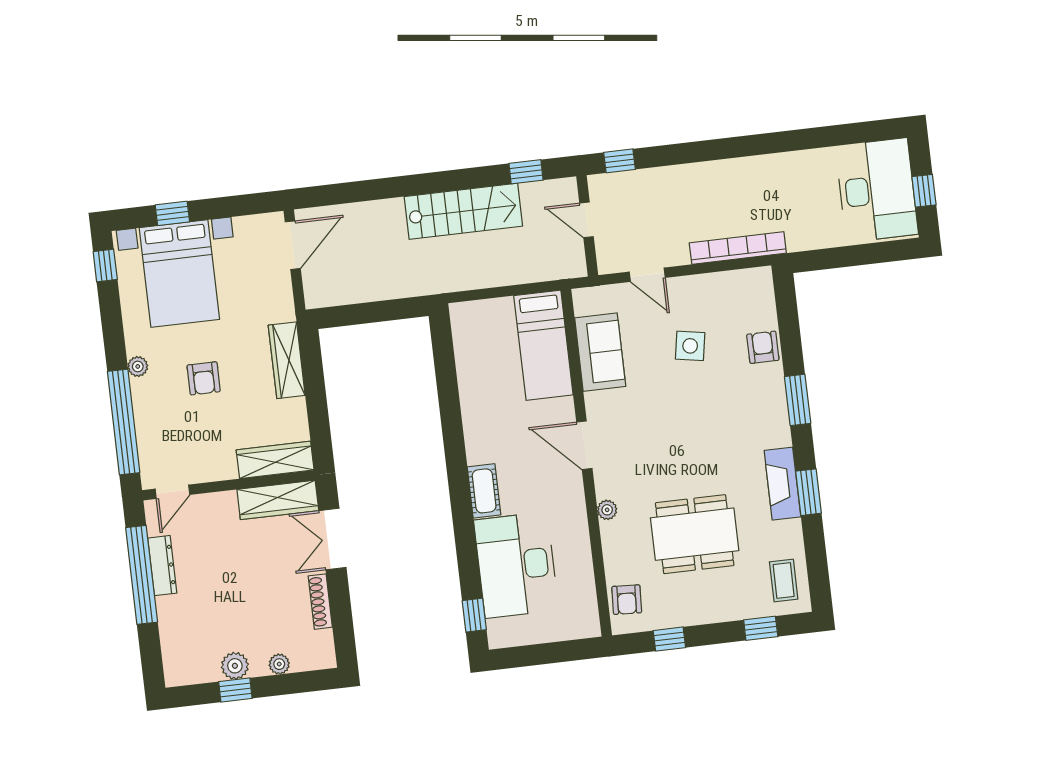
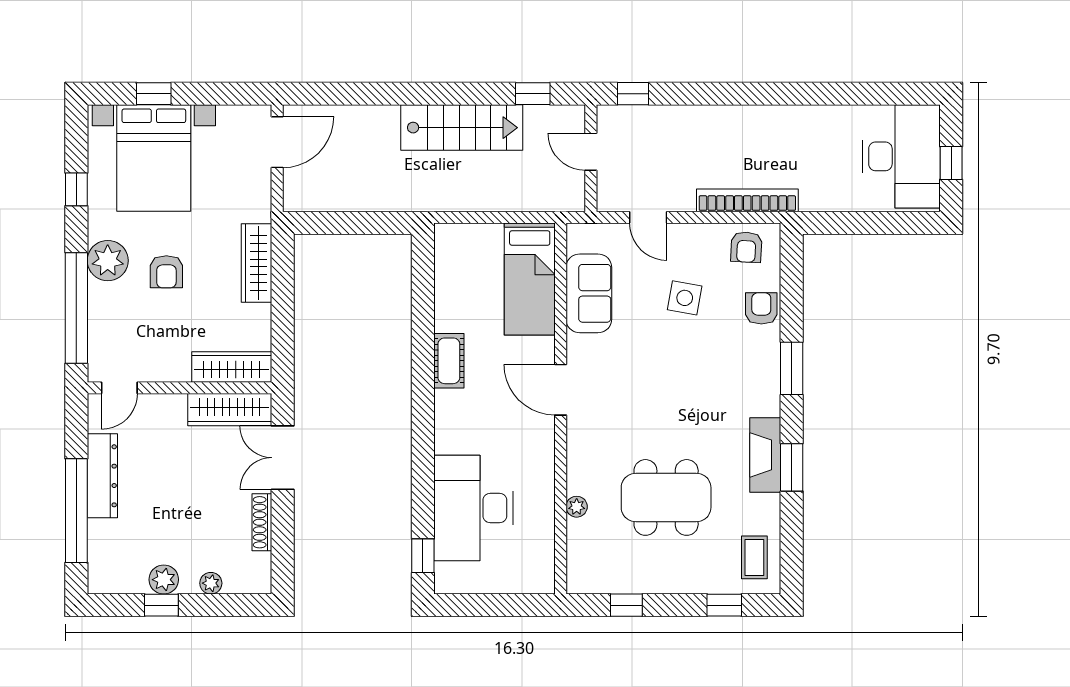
window: (105, 265) -> (76, 189), moved
plant: (138, 366) -> (108, 261), width x1.87, depth x1.87
cot: (484, 491) -> (449, 361), moved
plant: (607, 510) -> (577, 507), moved
dresser: (162, 566) -> (102, 476), width x1.37, depth x1.24
window: (142, 575) -> (76, 511), moved
armchair: (627, 600) -> (746, 247), moved

